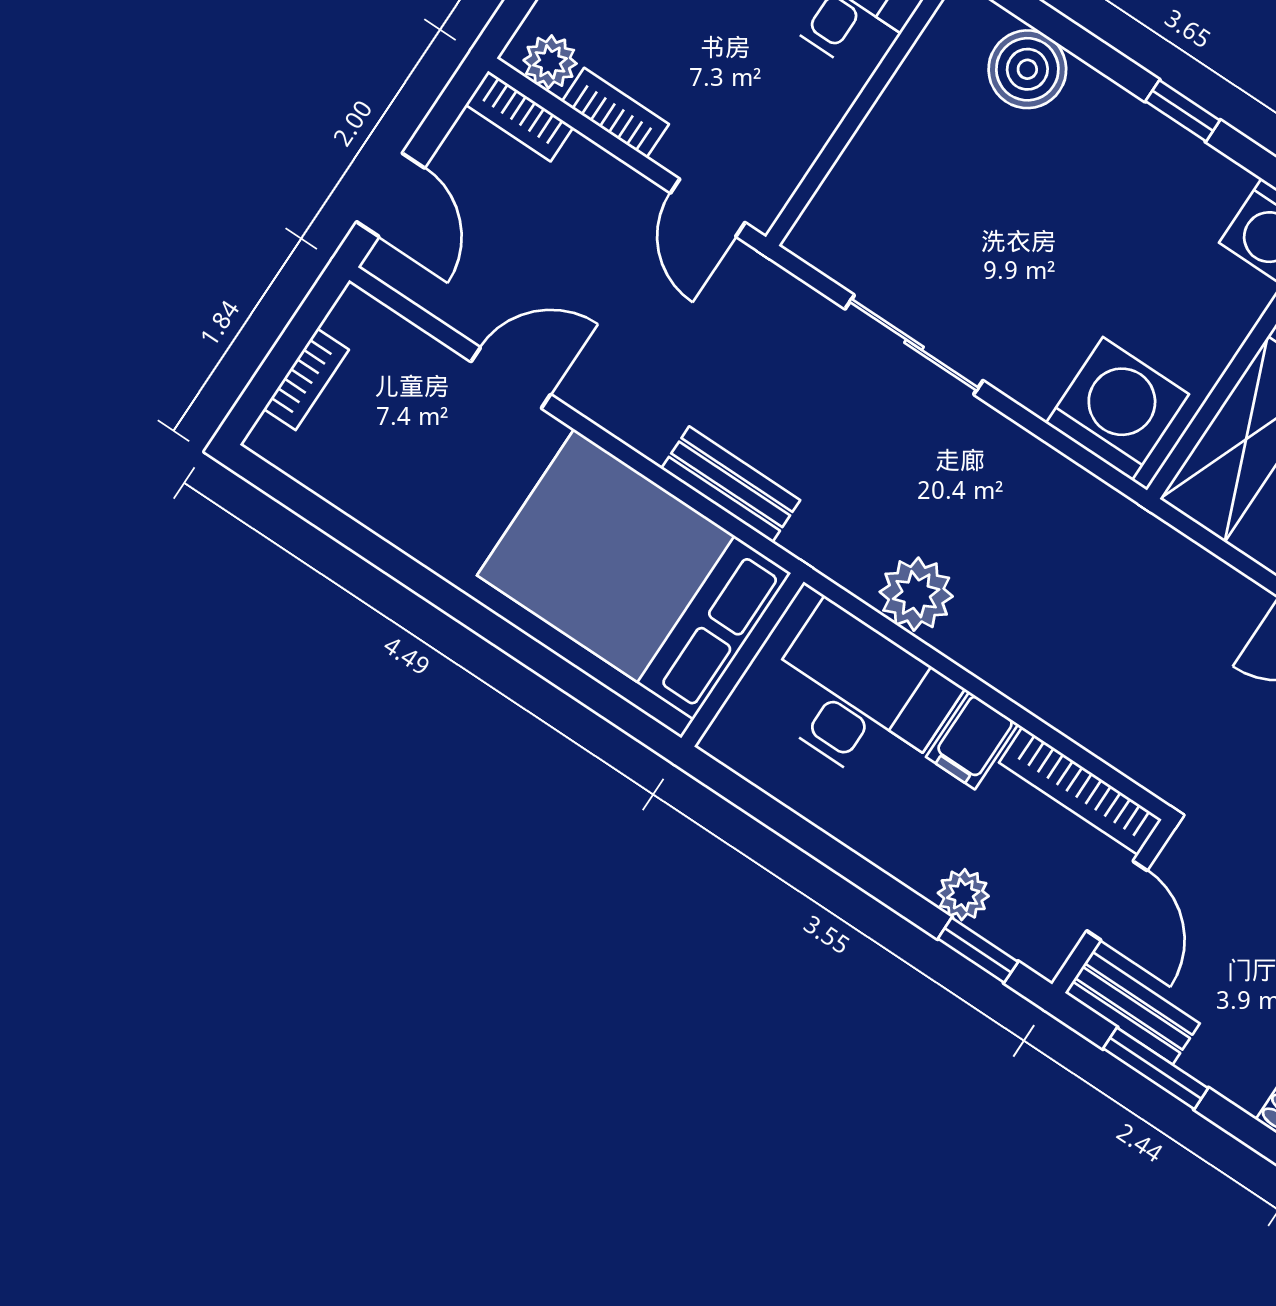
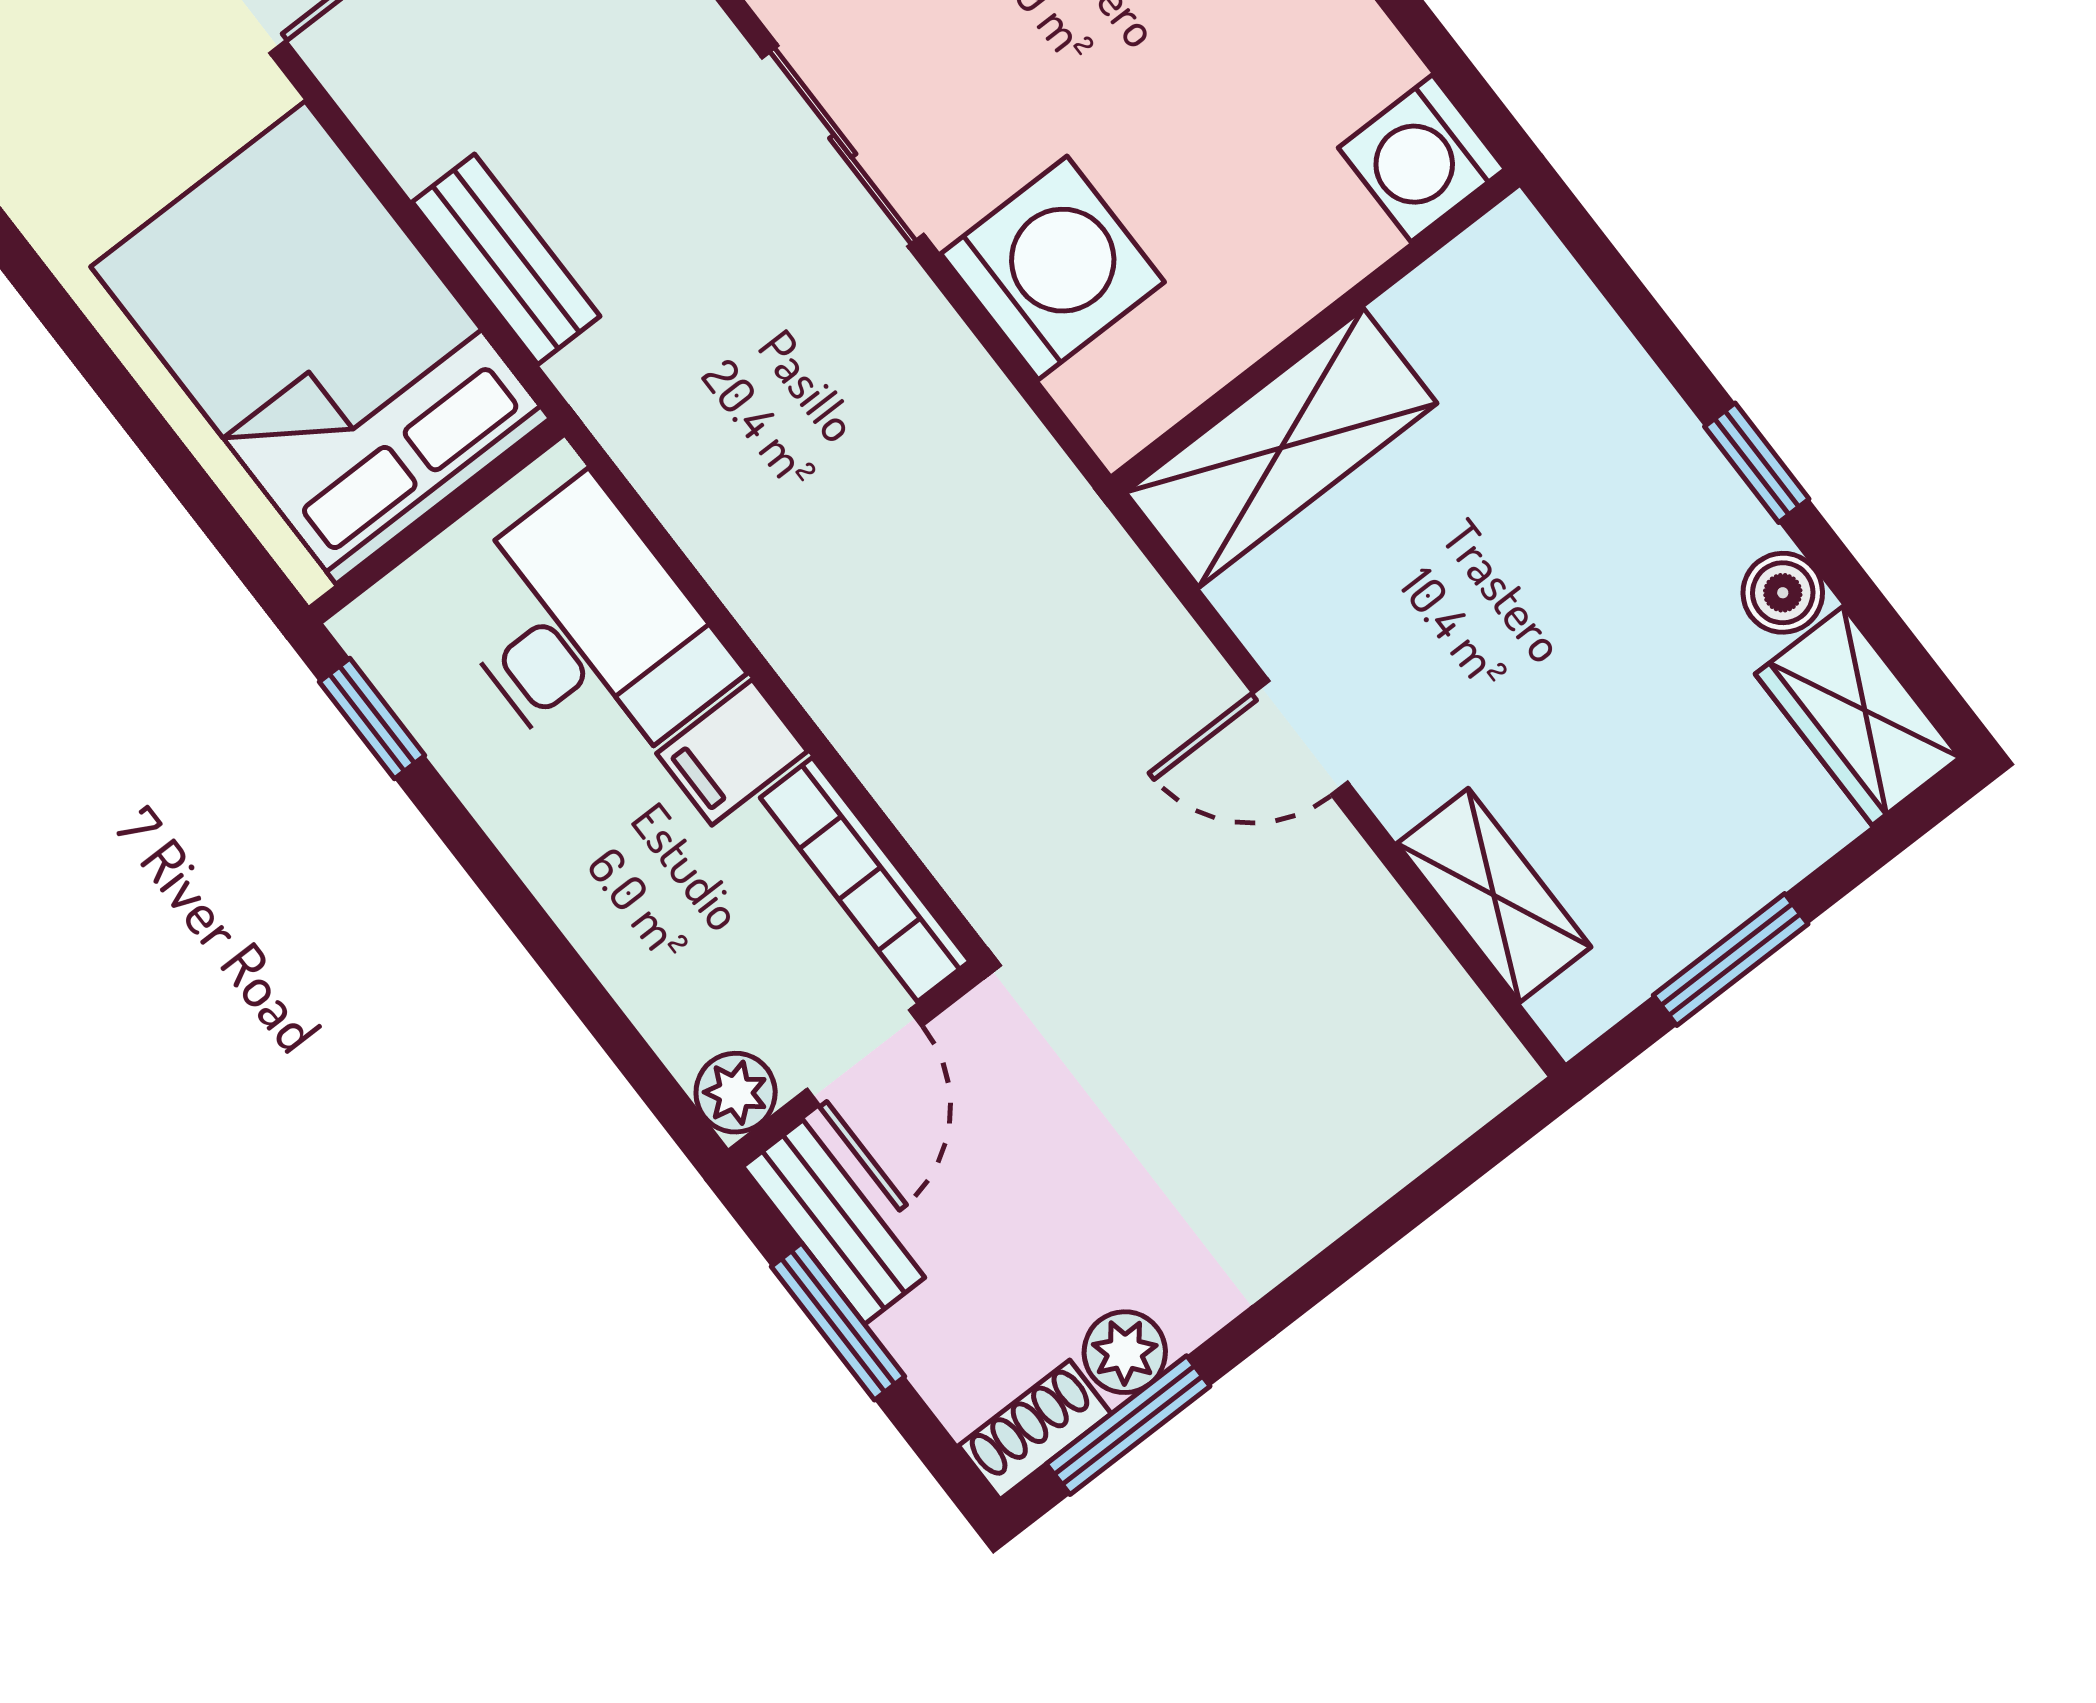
washing machine: (1117, 409) -> (1053, 268), moved
plant: (916, 594) -> (723, 511), removed
plant: (963, 895) -> (736, 1093), moved
window: (978, 950) -> (372, 719), moved

